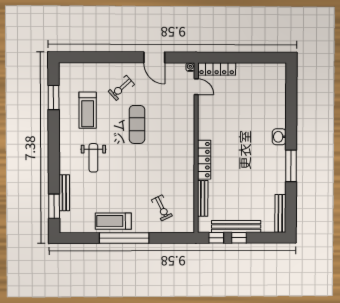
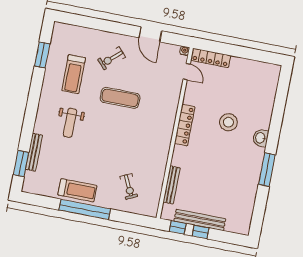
exercise mat: (137, 124) -> (120, 98), turned 90
stool: (246, 128) -> (228, 122), added
locker: (204, 160) -> (185, 125), moved
bench: (280, 213) -> (247, 215), removed
treadmill: (113, 221) -> (77, 190), turned 180

